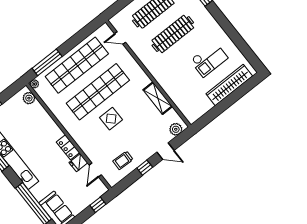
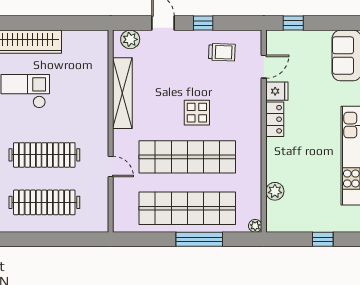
door: (120, 38) -> (111, 166), moved
window: (47, 62) -> (199, 239), moved
plant: (29, 98) -> (275, 191), moved
shelving: (158, 98) -> (122, 93), width x1.47

